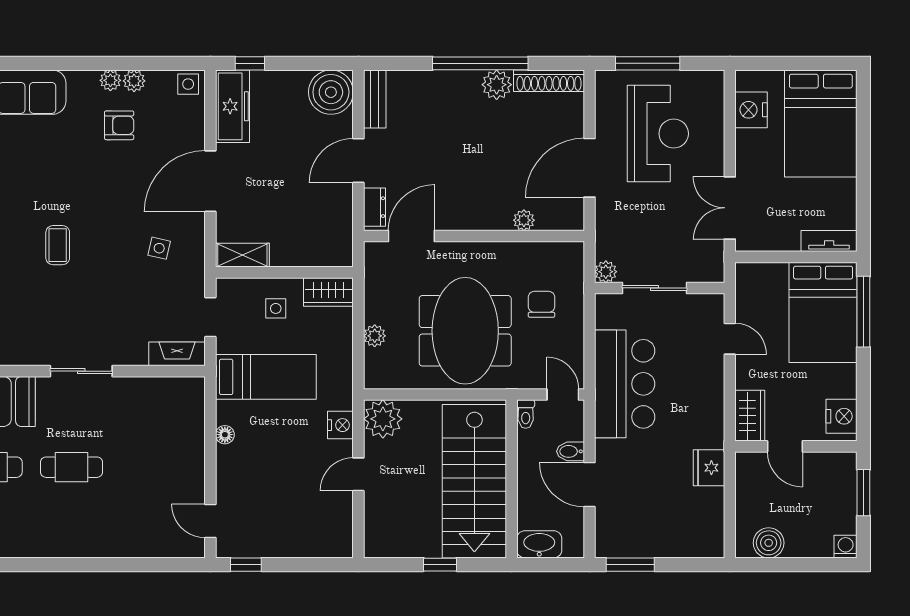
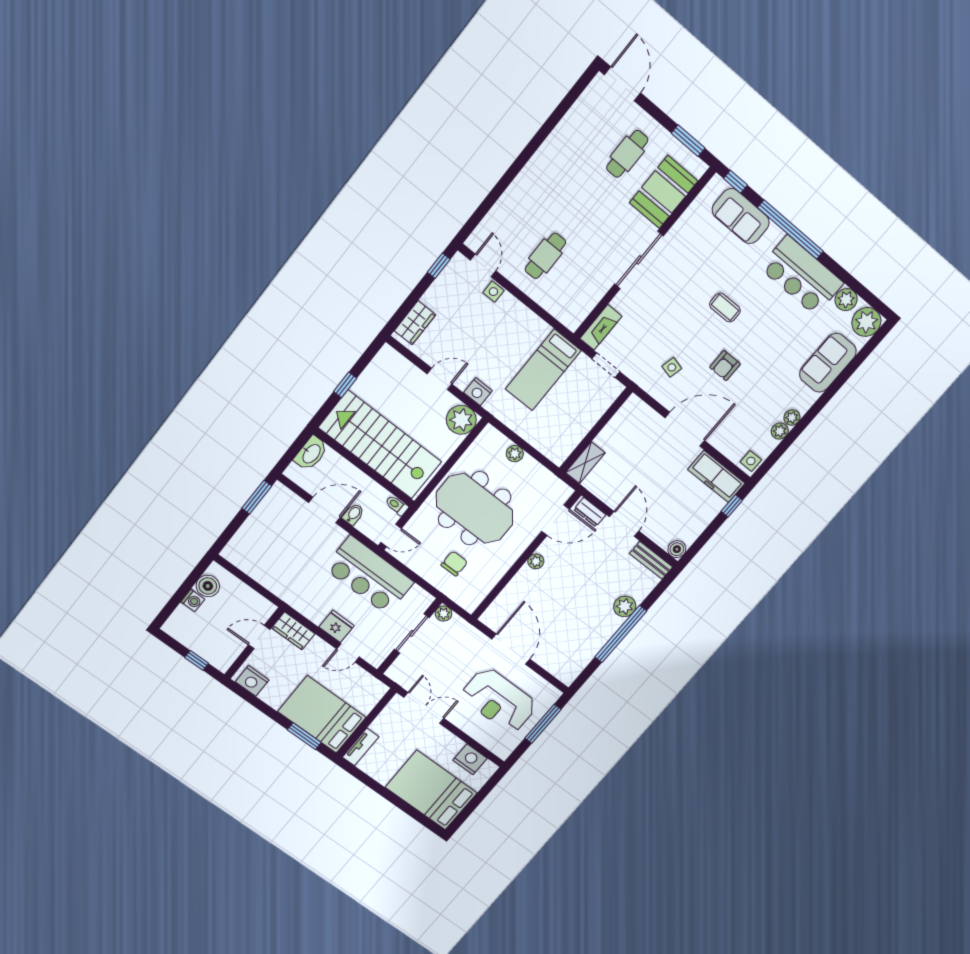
shoe rack: (549, 81) -> (579, 664), removed
plant: (497, 85) -> (625, 606), moved
boiler: (331, 92) -> (677, 549), width x0.54, depth x0.54
armchair: (119, 125) -> (725, 366), moved
door: (210, 181) -> (685, 429), hinge flipped
plant: (524, 220) -> (536, 561), moved
door: (411, 236) -> (555, 520), hinge flipped
shelving: (242, 255) -> (585, 463), moved
wardrobe: (328, 292) -> (415, 323), moved, turned 180
chair: (541, 304) -> (454, 563), turned -90
side table: (276, 308) -> (493, 292), moved
window: (863, 312) -> (304, 736), width x0.69
sliding door: (81, 371) -> (639, 260), width x1.37
floor lamp: (225, 435) -> (529, 317), removed
cafe table: (71, 467) -> (545, 256), moved
fridge: (709, 468) -> (336, 626), moved
door: (358, 474) -> (439, 379), hinge flipped
window: (863, 493) -> (197, 660), width x0.67
door: (210, 521) -> (483, 266), hinge flipped
washing machine: (846, 547) -> (193, 600), moved

